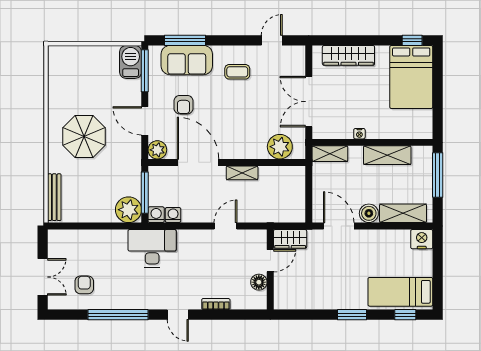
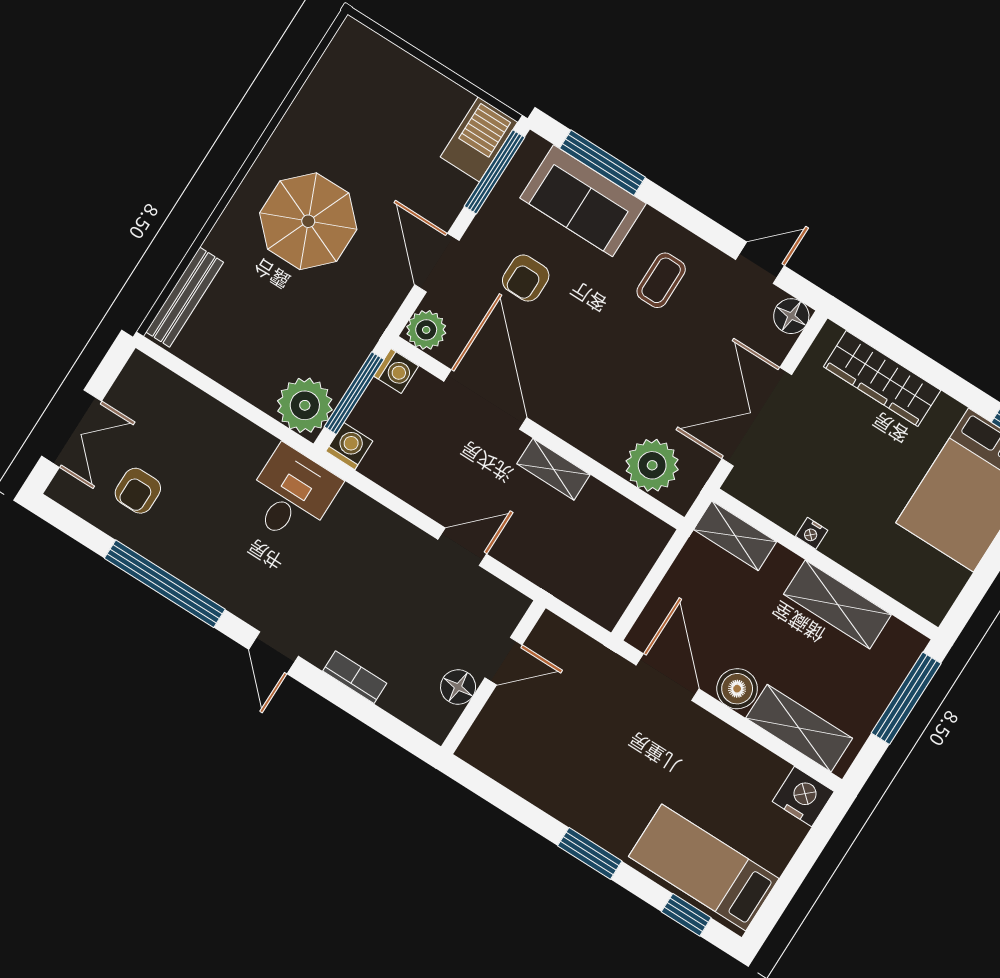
floor lamp: (297, 53) -> (791, 316), added
coffee table: (237, 72) -> (661, 280), turned 90
washing machine: (173, 215) -> (396, 371), moved, turned 90
wardrobe: (290, 239) -> (565, 645), removed
desk: (152, 248) -> (292, 495), width x0.73
armchair: (84, 285) -> (138, 491), turned 180

